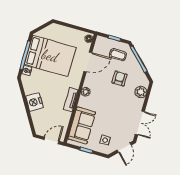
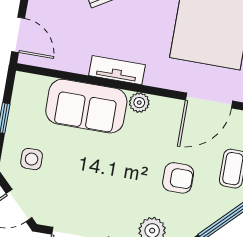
door: (88, 62) -> (209, 101), hinge flipped
sofa: (82, 125) -> (86, 106), moved

